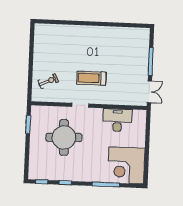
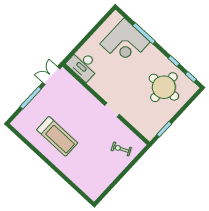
treadmill: (91, 78) -> (57, 136), moved, width x1.37, depth x1.38
desk: (117, 120) -> (83, 65), moved
round table: (64, 137) -> (164, 87), moved
corner desk: (126, 165) -> (125, 43), moved, turned 90

